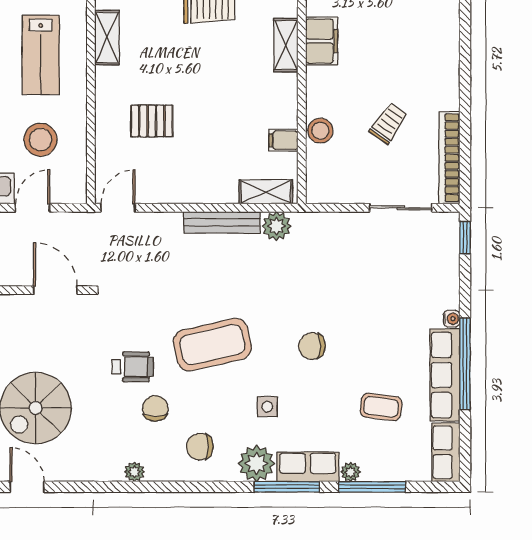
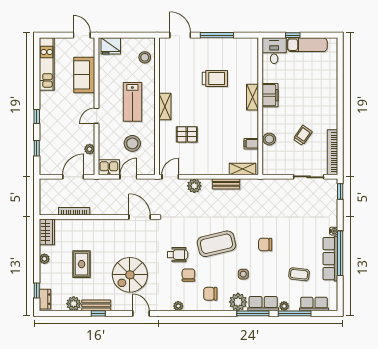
shelving: (107, 38) -> (165, 107), moved
bench: (222, 222) -> (226, 184), width x0.73
plant: (277, 226) -> (194, 186), moved
row of seats: (446, 452) -> (314, 304), moved, turned 90
door: (27, 487) -> (141, 313), moved

